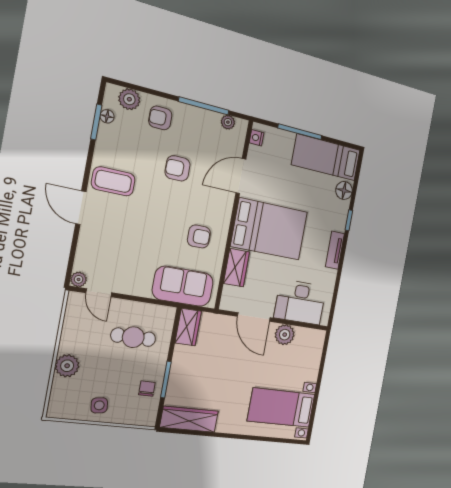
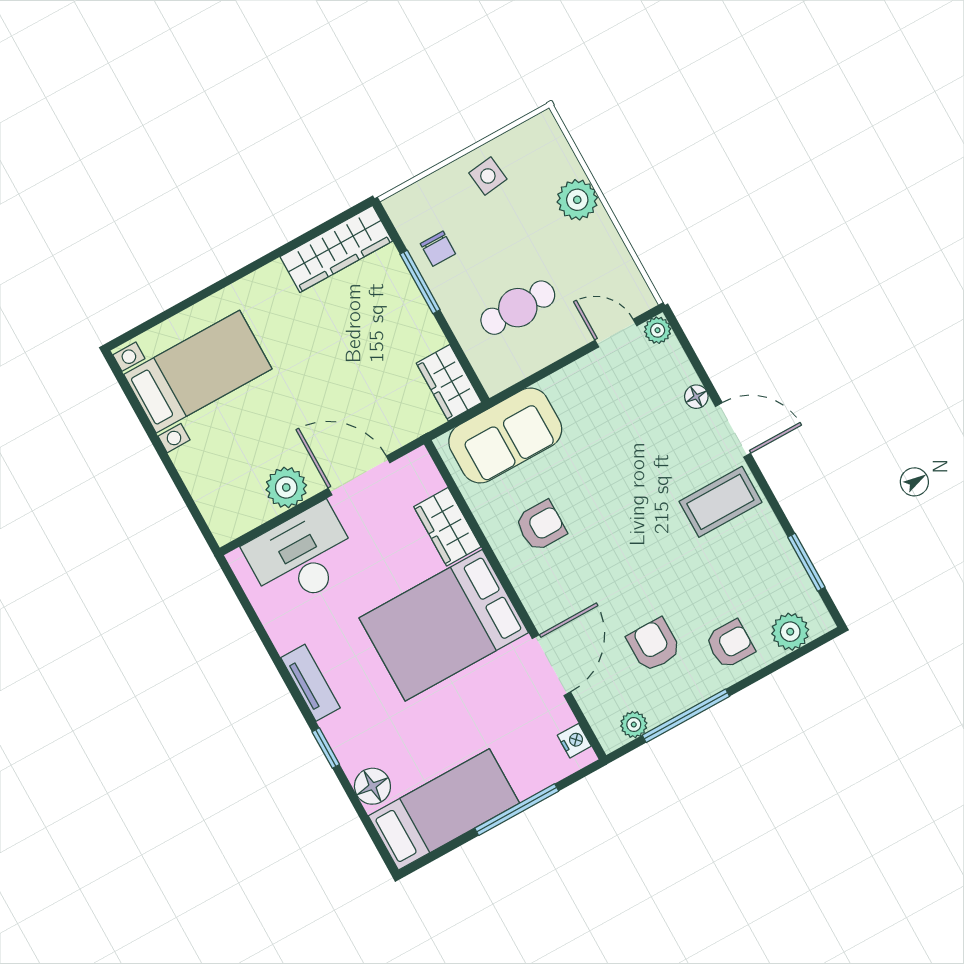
floor lamp: (107, 116) -> (696, 397), moved
armchair: (178, 168) -> (654, 645), moved, turned -90
armchair: (199, 236) -> (541, 526), turned 180

